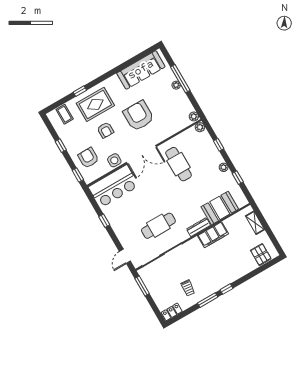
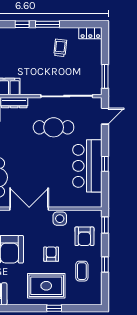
coffee table: (65, 114) -> (82, 271), moved
bar counter: (114, 186) -> (87, 166), moved, turned -90

